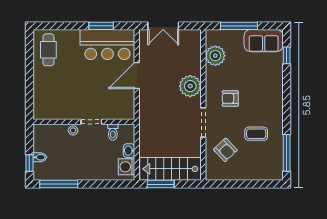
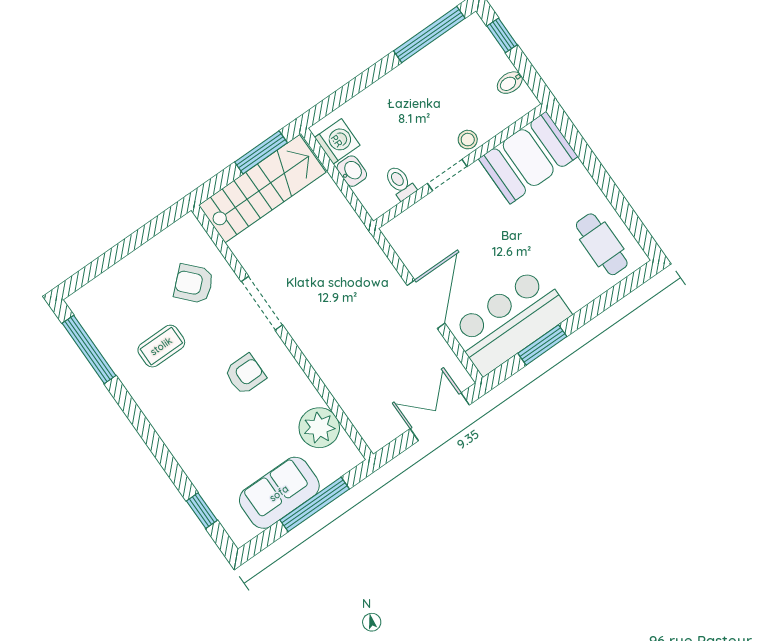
sofa: (264, 41) -> (279, 493), moved
plant: (190, 86) -> (326, 348), removed
booth: (54, 106) -> (528, 158), added
bidet: (40, 157) -> (510, 83), moved

